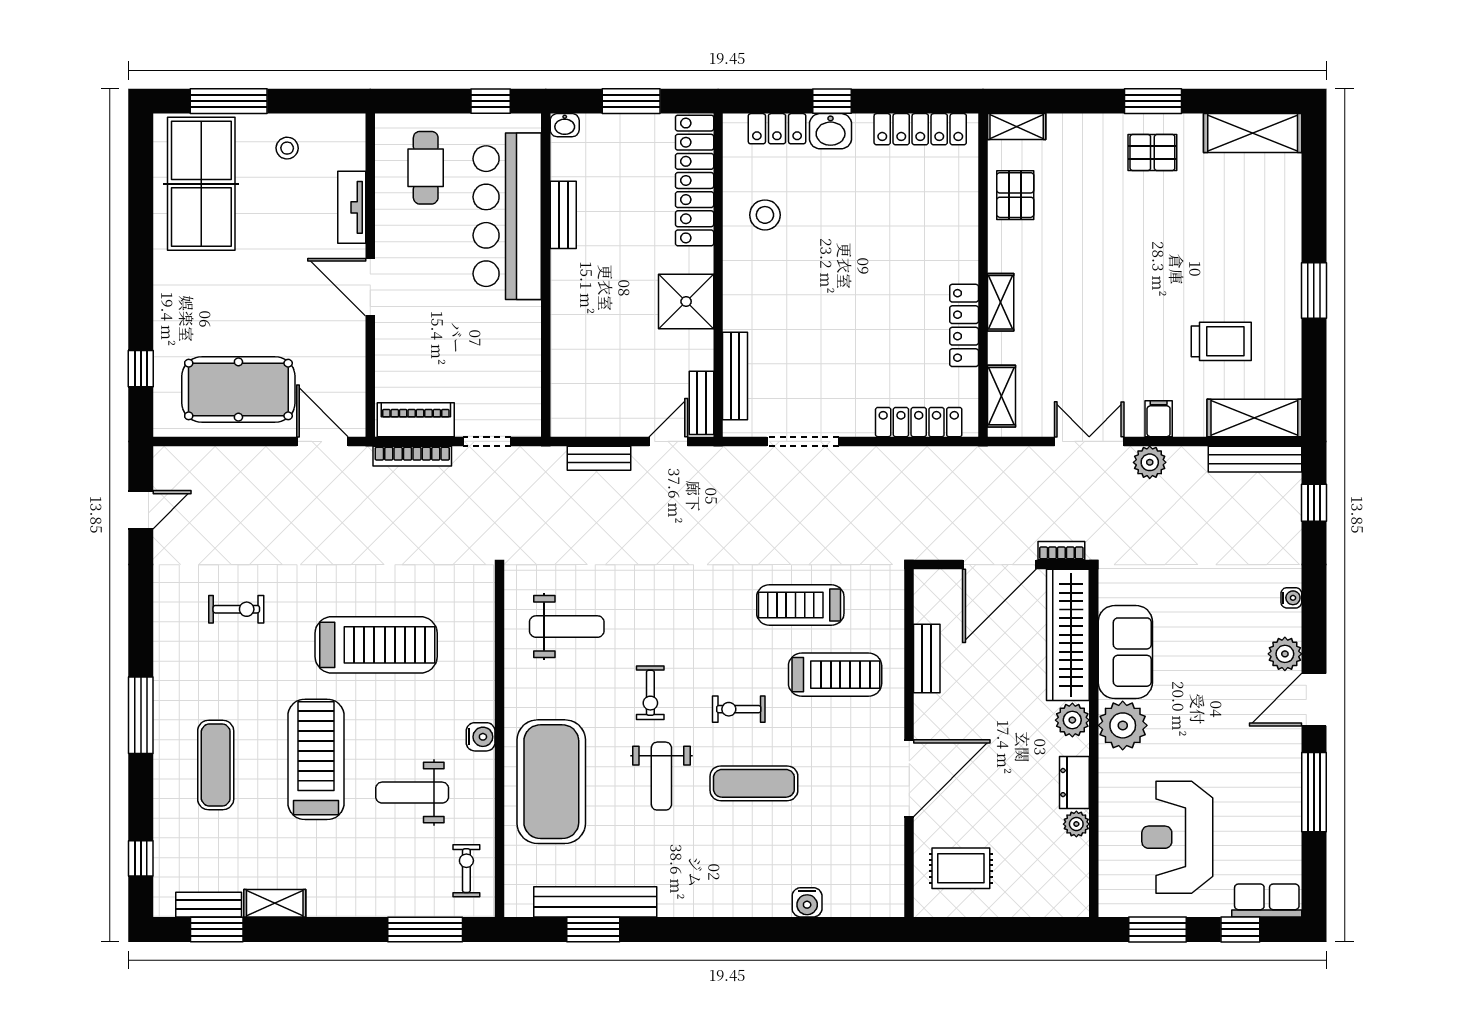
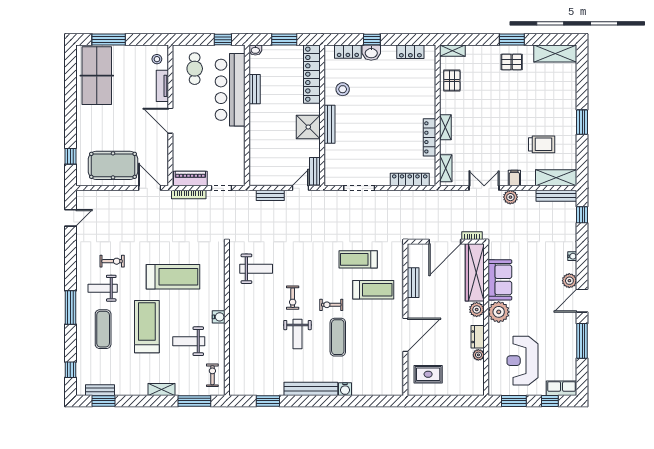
locker: (920, 129) -> (410, 52), width x0.66
stool: (287, 148) -> (157, 59), moved
bench: (735, 376) -> (330, 124), moved
weight bench: (215, 671) -> (103, 288), added
exercise mat: (551, 782) -> (249, 336), removed
exercise mat: (754, 783) -> (338, 337), turned 90
bench: (595, 902) -> (311, 389), moved
water cooler: (807, 902) -> (345, 389), moved
shelving: (275, 903) -> (161, 389), moved

